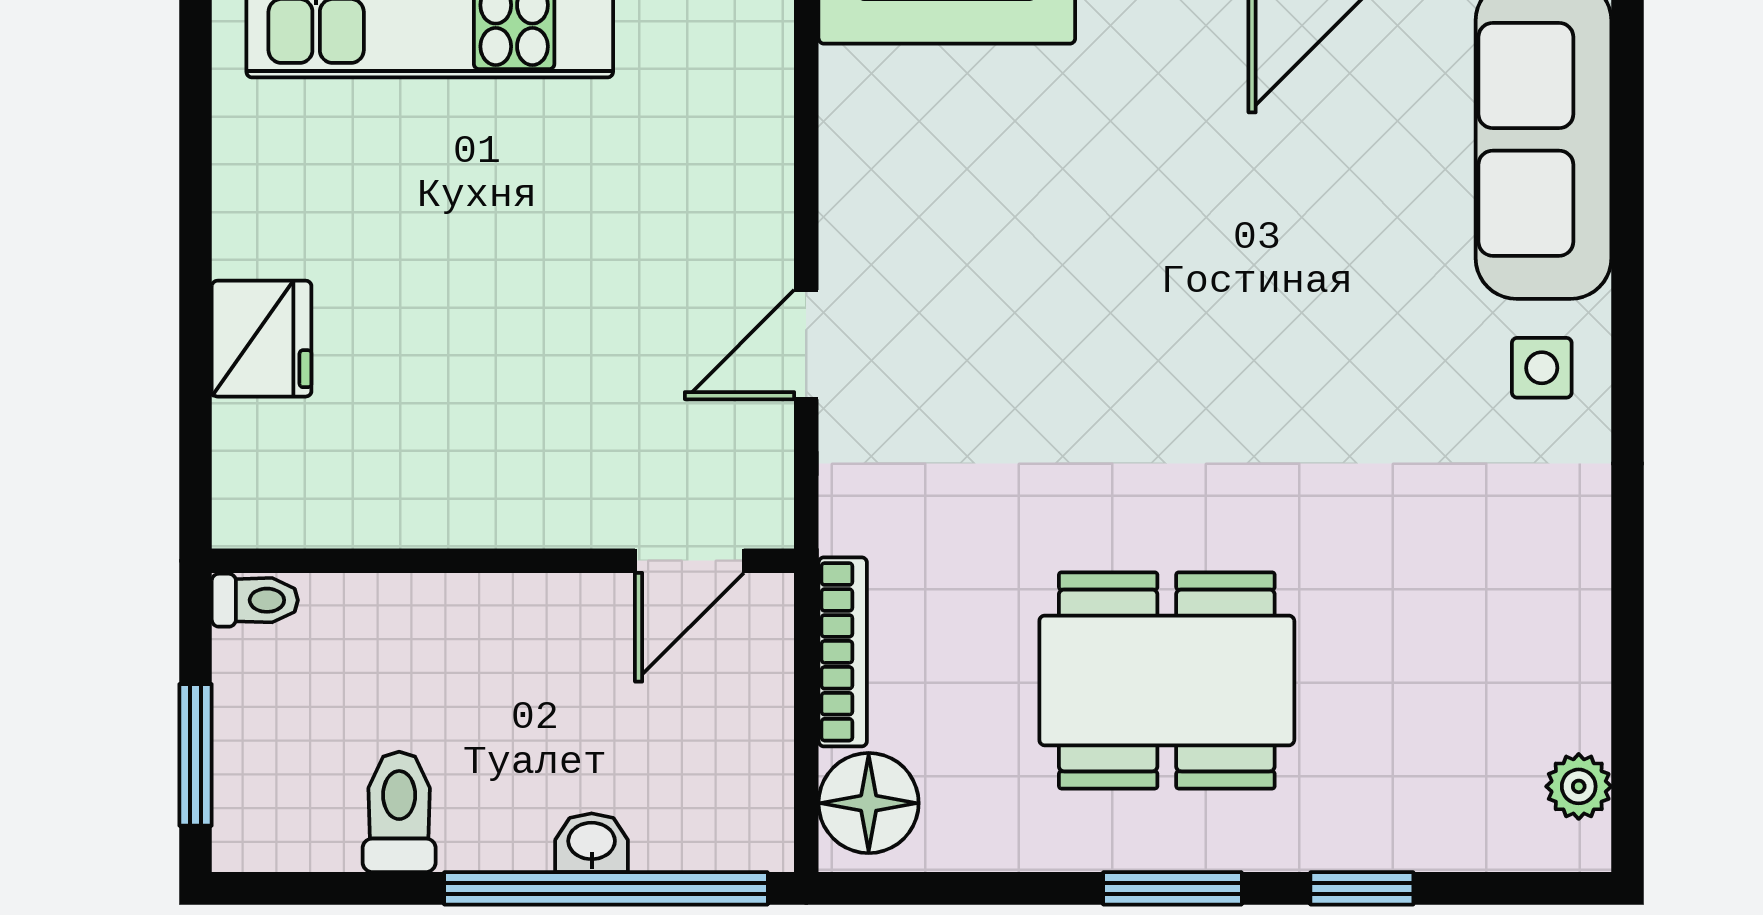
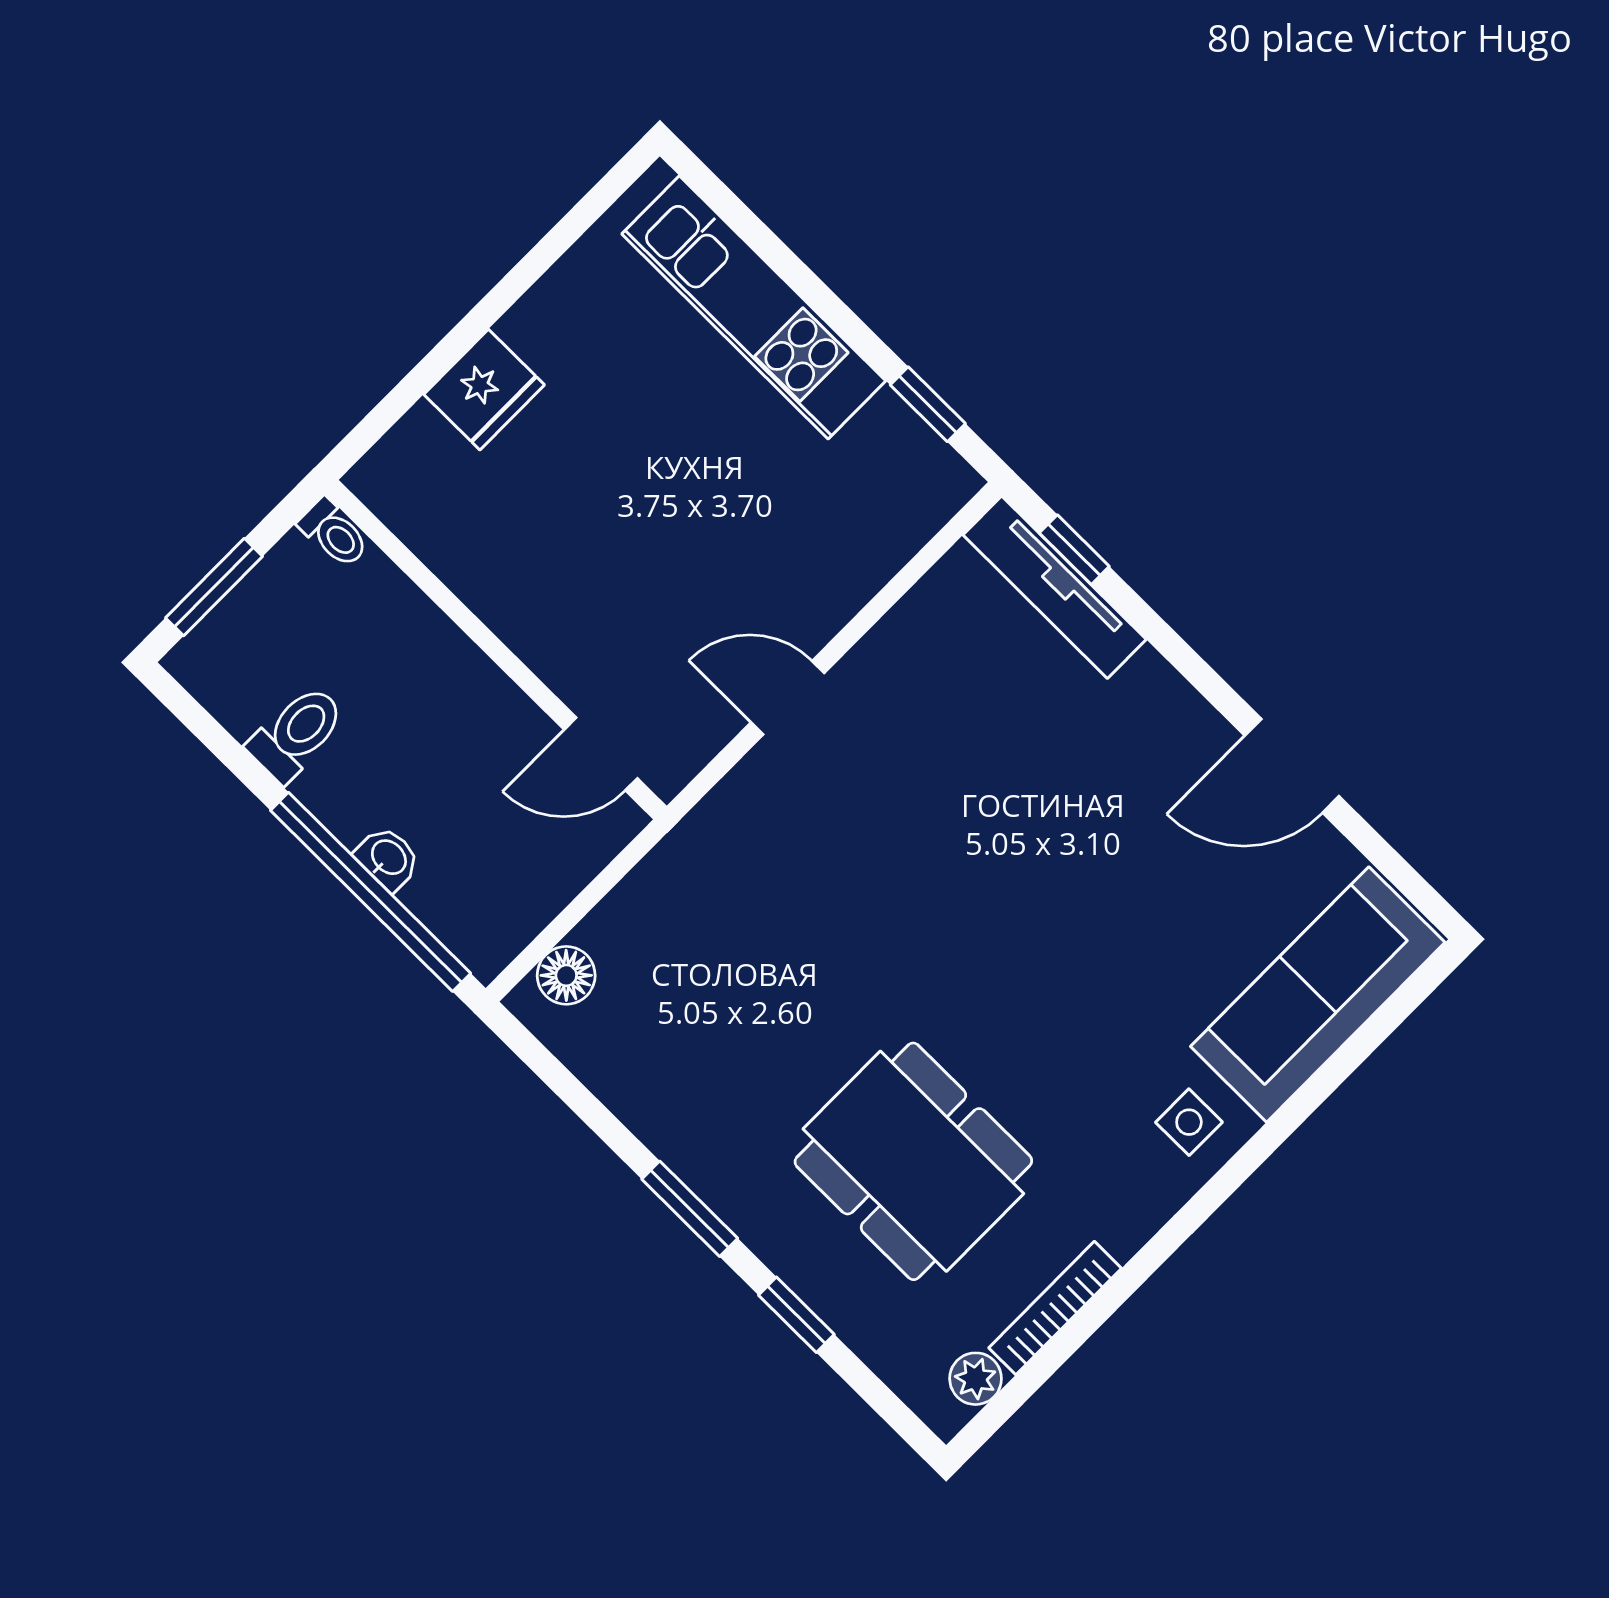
bookcase: (843, 652) -> (1055, 1308), moved, turned 180
dining table: (1167, 680) -> (913, 1161), moved
floor lamp: (869, 803) -> (566, 975), width x0.73, depth x0.73

